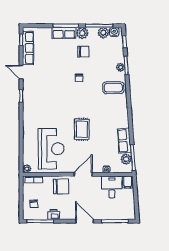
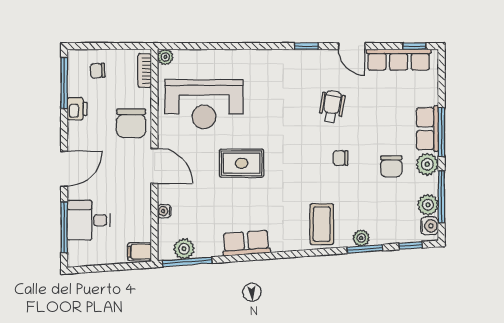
door: (21, 72) -> (352, 46), swing flipped
wheelchair: (52, 83) -> (332, 107), added
row of seats: (124, 141) -> (246, 243), moved
desk: (112, 187) -> (89, 220), moved, turned 180

